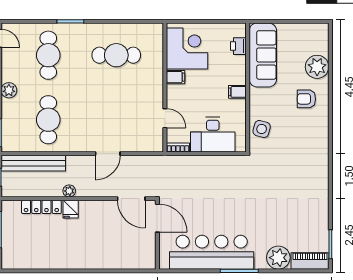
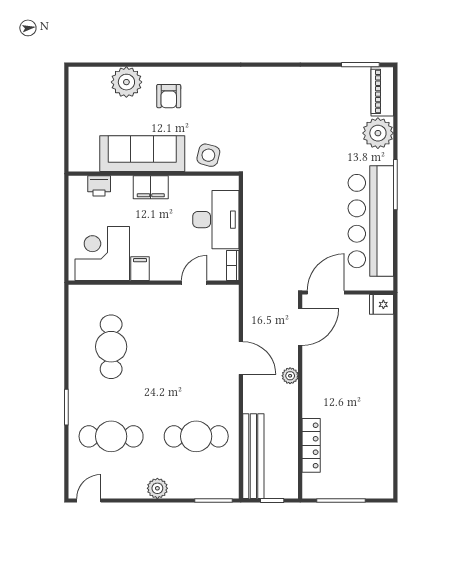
sofa: (263, 55) -> (142, 154), moved
filing cabinet: (237, 92) -> (151, 187), width x2.00
plant: (69, 191) -> (290, 376), moved
fridge: (71, 209) -> (381, 304), moved, turned 180

